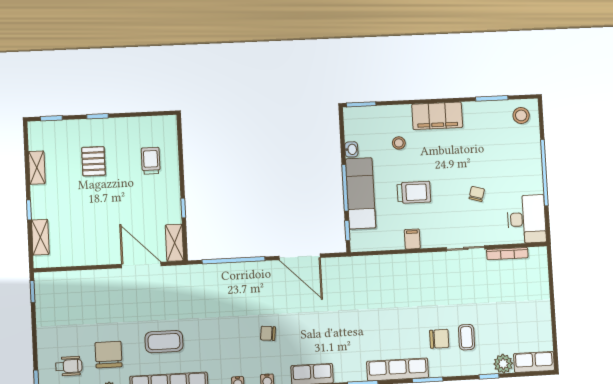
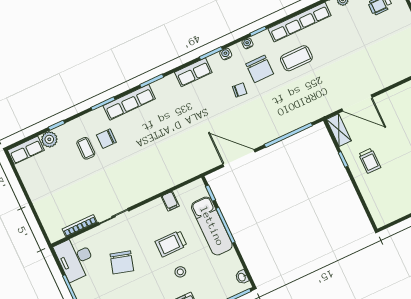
stool: (399, 143) -> (180, 272), moved
washbasin: (351, 149) -> (242, 277), moved
trolley: (151, 161) -> (370, 161), moved
chair: (477, 194) -> (122, 262), width x1.87, depth x1.87
filing cabinet: (412, 239) -> (170, 201), moved
coffee table: (164, 342) -> (296, 58), moved
chair: (109, 355) -> (260, 69), moved

